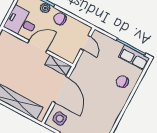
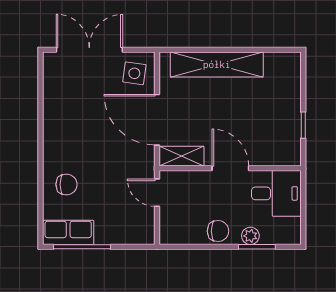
door: (86, 43) -> (157, 193), moved
door: (37, 46) -> (230, 168), swing flipped

